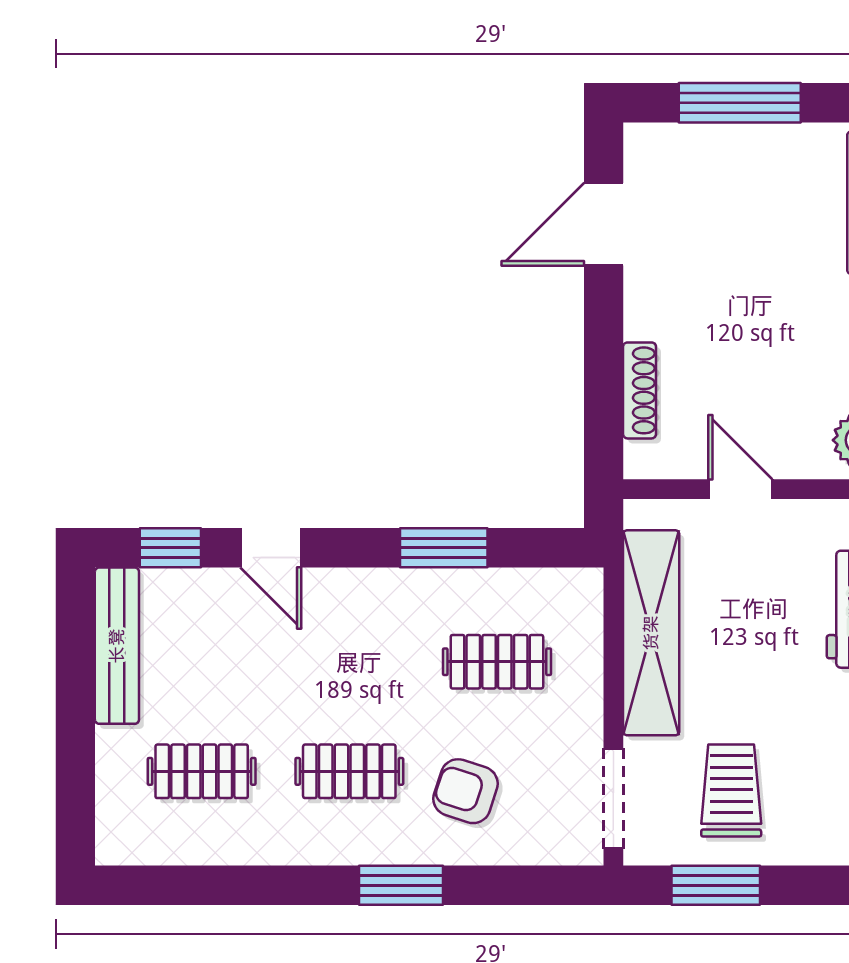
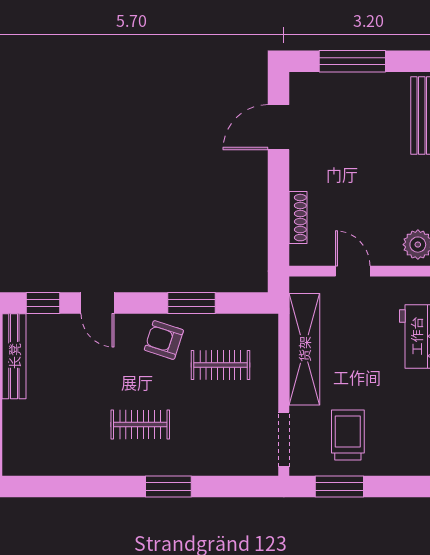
clothes rail: (202, 771) -> (60, 425), removed
armchair: (466, 791) -> (164, 340), moved

